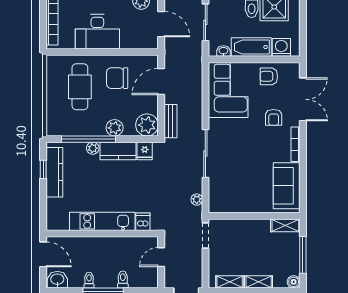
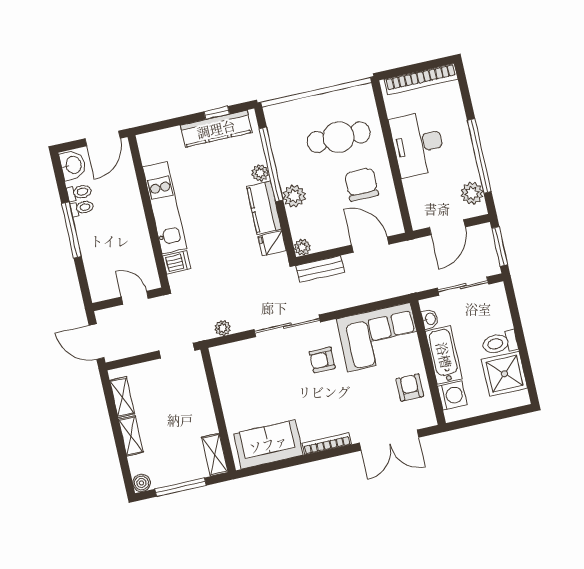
armchair: (274, 117) -> (322, 360), moved
plant: (147, 125) -> (302, 247), width x0.53, depth x0.53
toilet: (123, 280) -> (79, 192), moved

